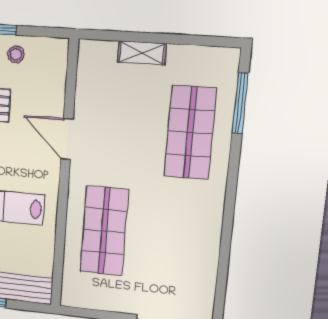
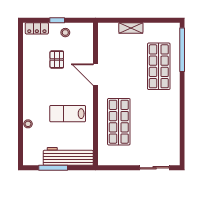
window: (240, 103) -> (182, 50), width x1.46

